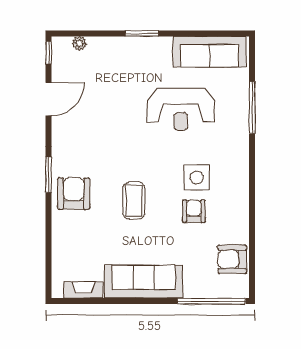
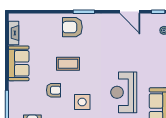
armchair: (74, 194) -> (72, 27), turned 180
armchair: (194, 211) -> (54, 90), moved
sofa: (144, 282) -> (19, 63), width x0.73

